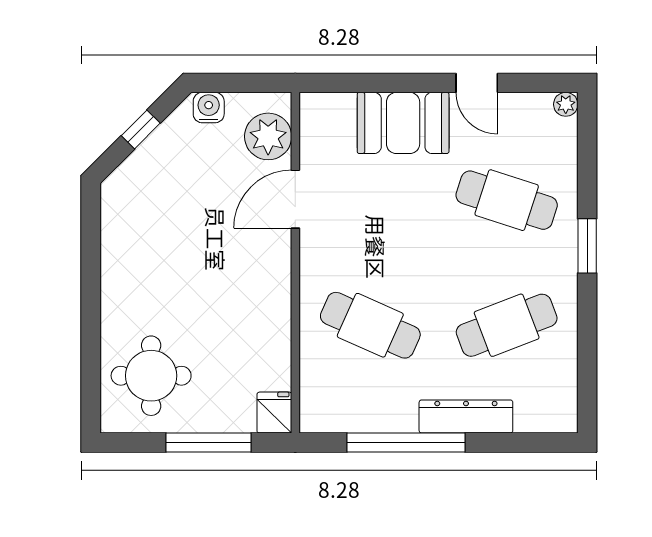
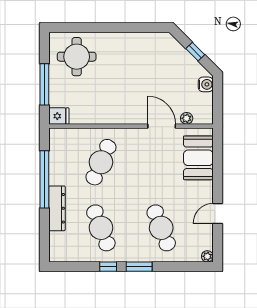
booth: (403, 123) -> (198, 158), moved
plant: (268, 136) -> (187, 118), width x0.53, depth x0.53
cafe table: (507, 200) -> (161, 228), turned -39
window: (587, 310) -> (108, 267), added

